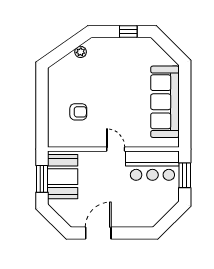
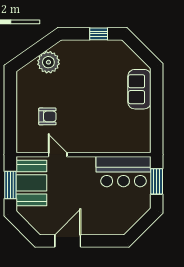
plant: (81, 52) -> (48, 62), width x1.87, depth x1.87
sofa: (165, 102) -> (139, 89), width x0.54, depth x0.79
door: (116, 149) -> (58, 155), moved

